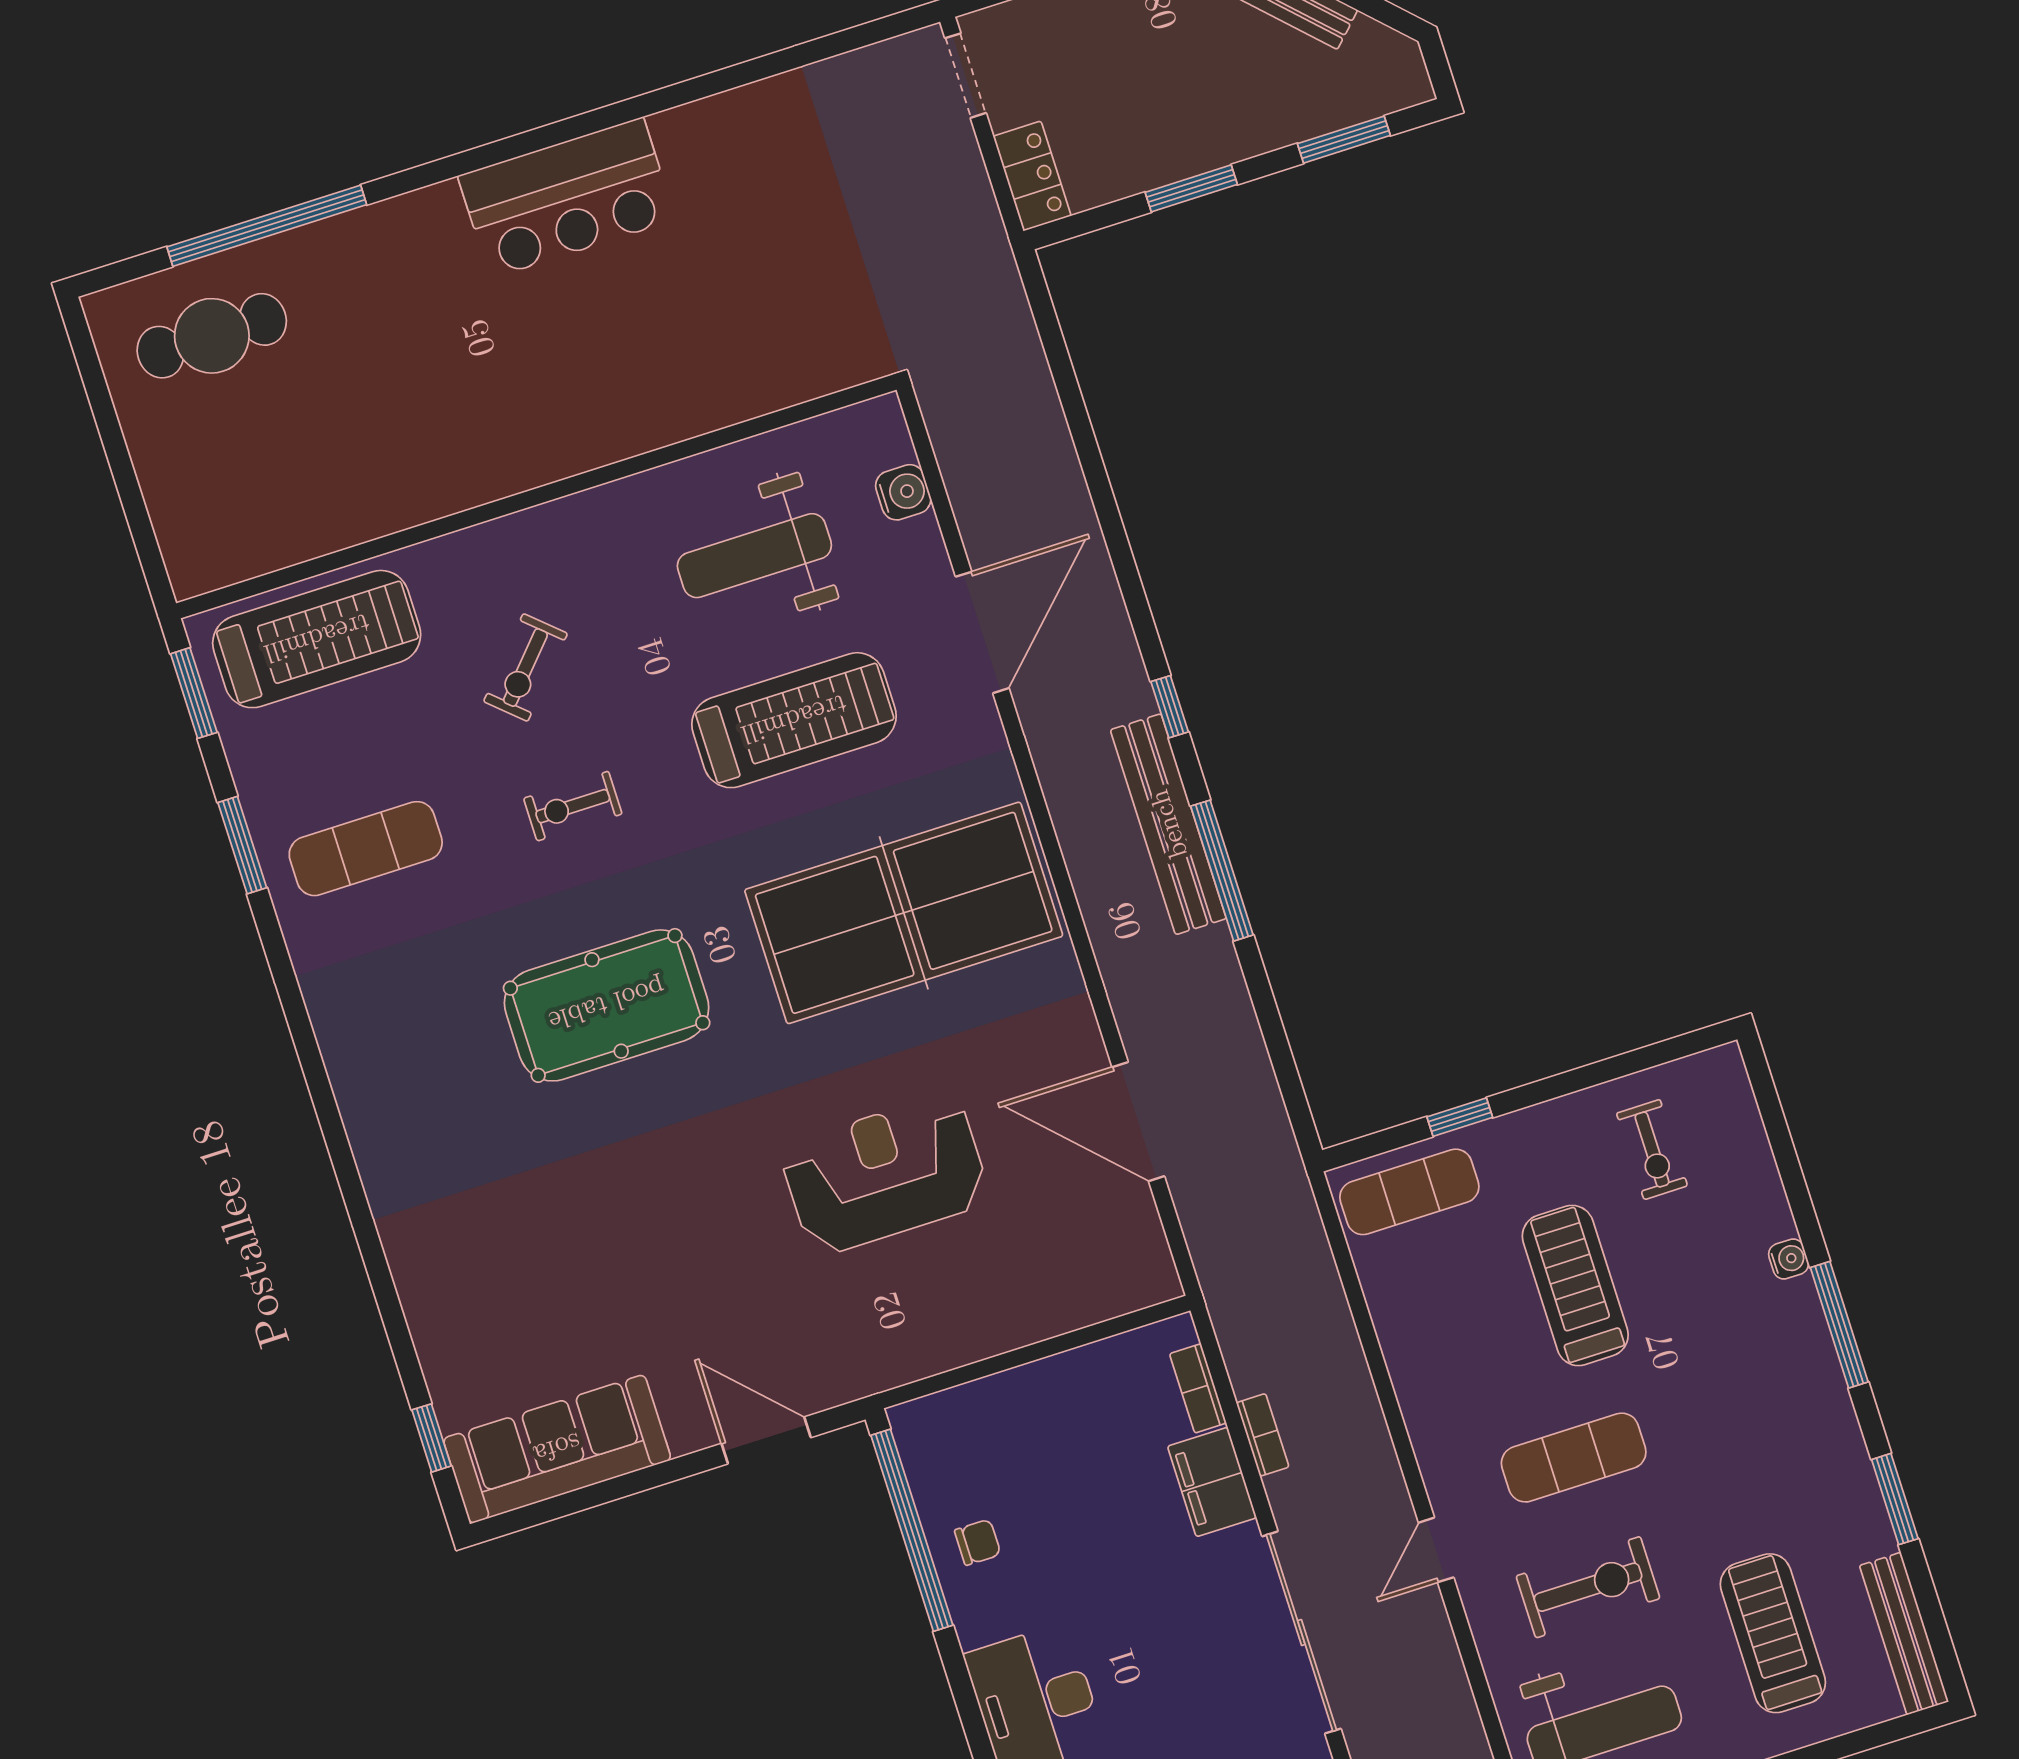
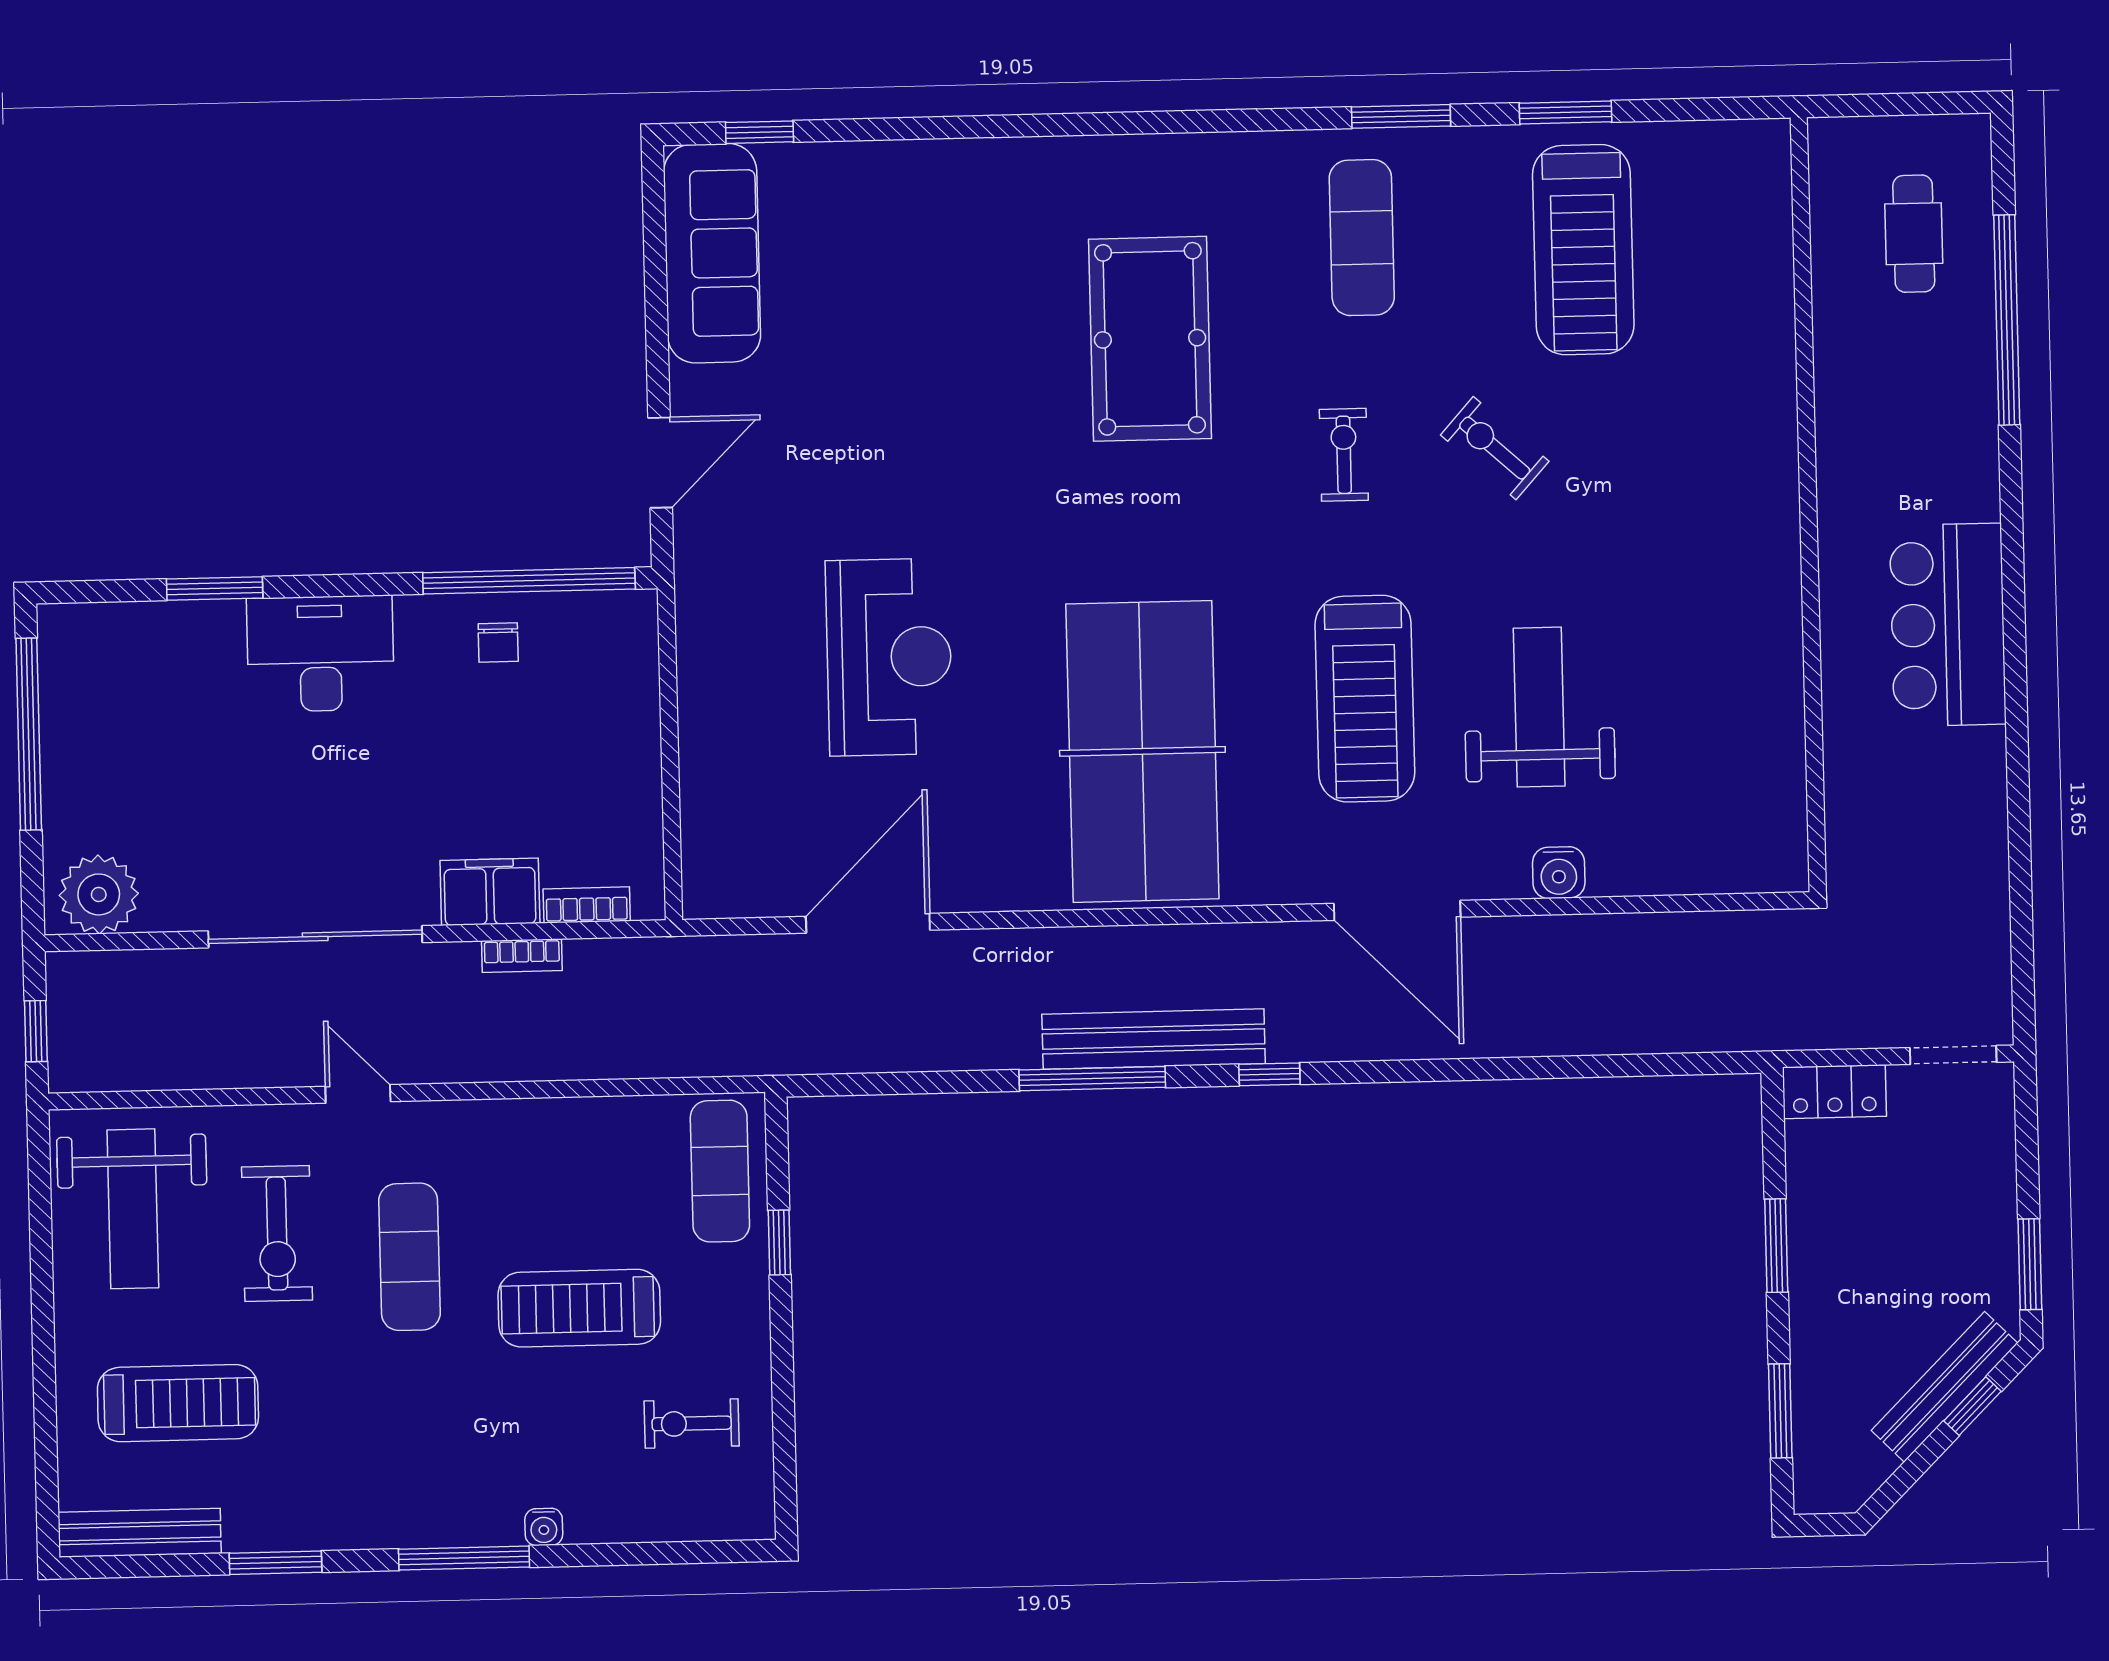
cafe table: (212, 336) -> (1914, 234), width x0.73, depth x0.74
wall: (536, 497) -> (1808, 505), moved
pool table: (607, 1005) -> (1150, 339), moved
treadmill: (1575, 1286) -> (579, 1308), turned 180

